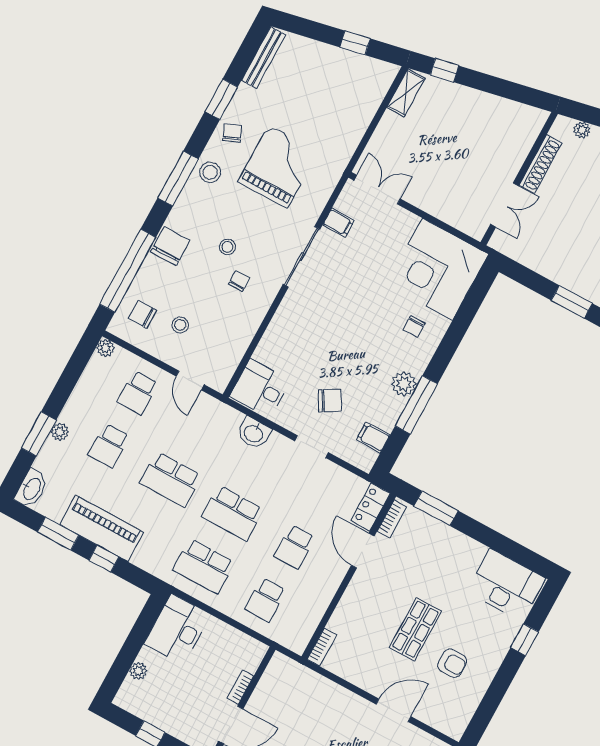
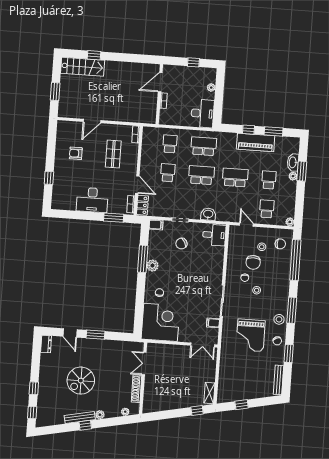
chair: (170, 246) -> (253, 262), moved
filing cabinet: (373, 437) -> (156, 225), moved
washbasin: (31, 489) -> (293, 162), moved
desk: (506, 585) -> (92, 200), moved
shop shelf: (415, 629) -> (113, 154), moved

